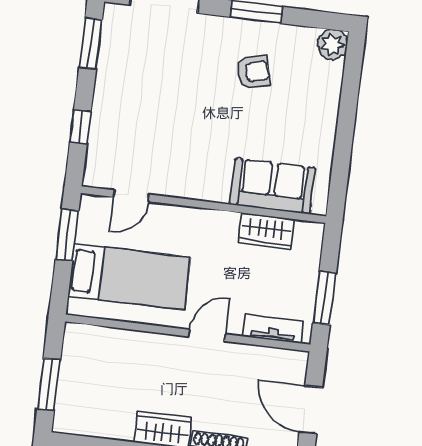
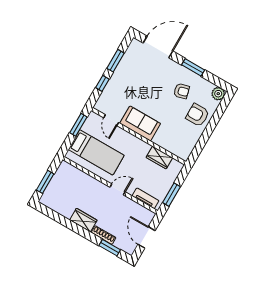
window: (91, 44) -> (115, 61), moved
armchair: (308, 108) -> (197, 115), added
sofa: (272, 186) -> (140, 123), moved
door: (132, 196) -> (111, 120), hinge flipped

